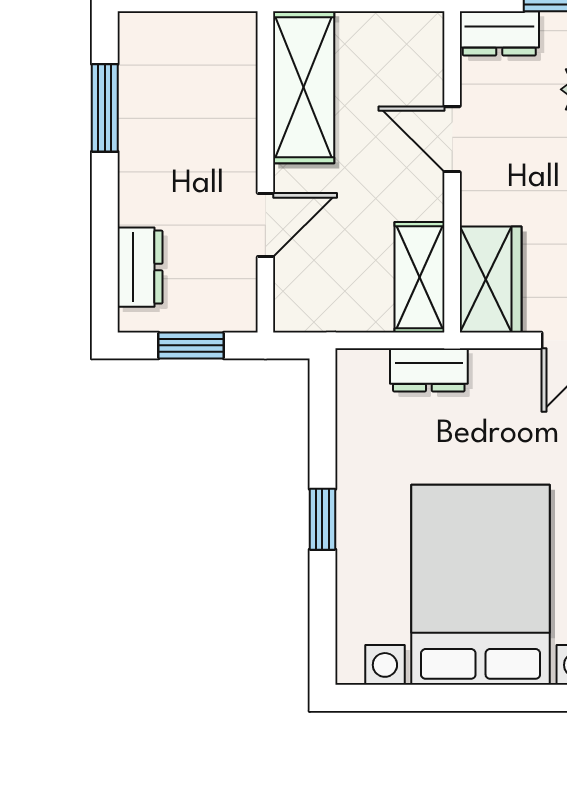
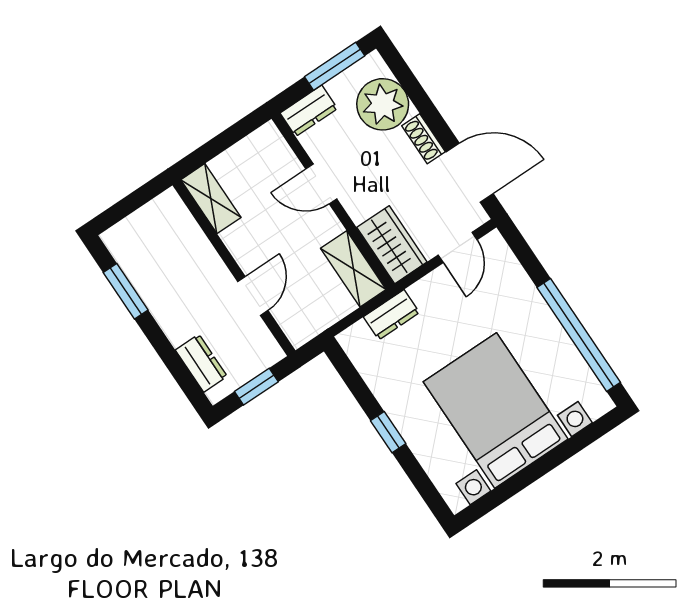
shelving: (304, 87) -> (211, 199), width x0.67, depth x0.75

